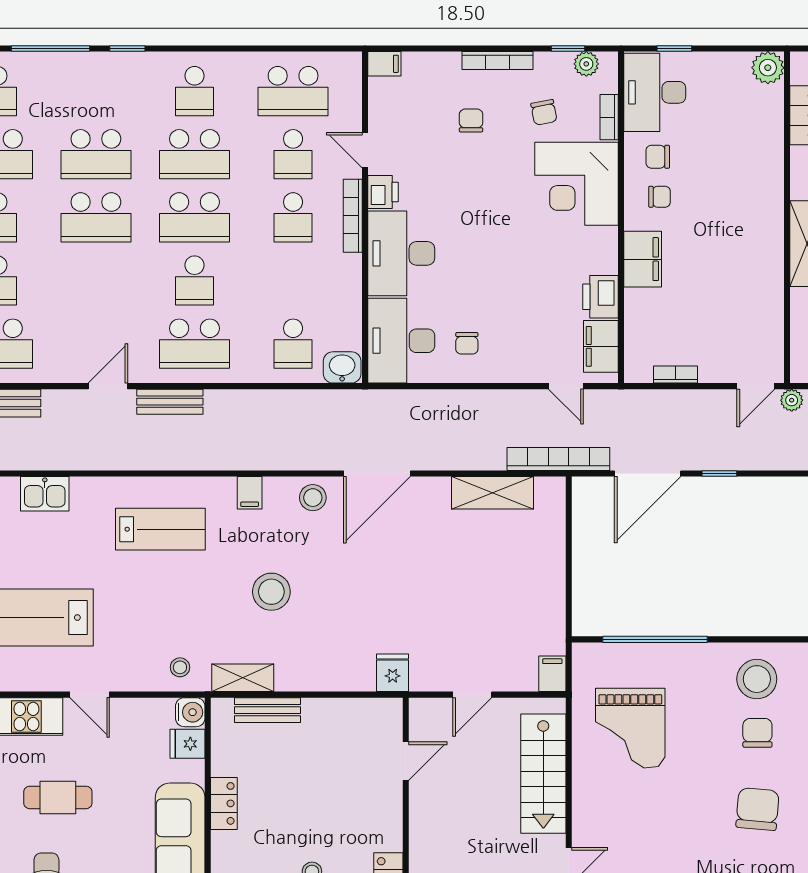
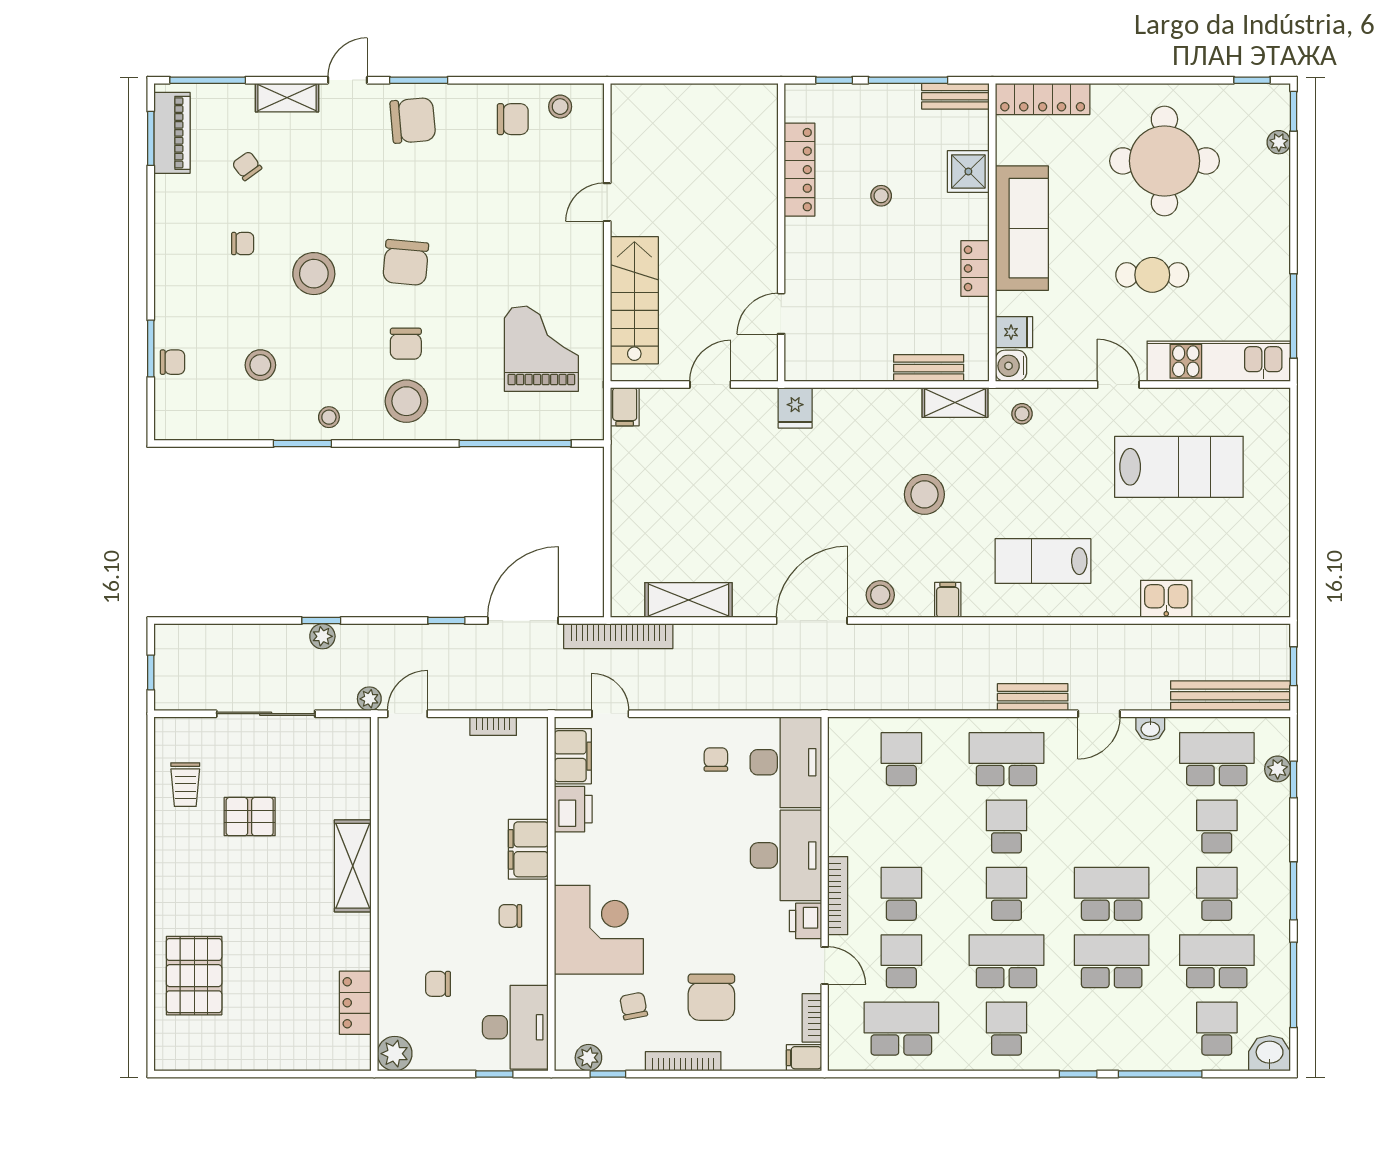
bookcase: (609, 117) -> (812, 1018), moved, turned 180
chair: (471, 121) -> (711, 997), width x1.87, depth x1.87
chair: (658, 157) -> (438, 984), moved, turned 180
school desk: (194, 217) -> (1006, 894), width x0.54
washbasin: (342, 367) -> (1150, 728), moved, width x0.72, depth x0.69

